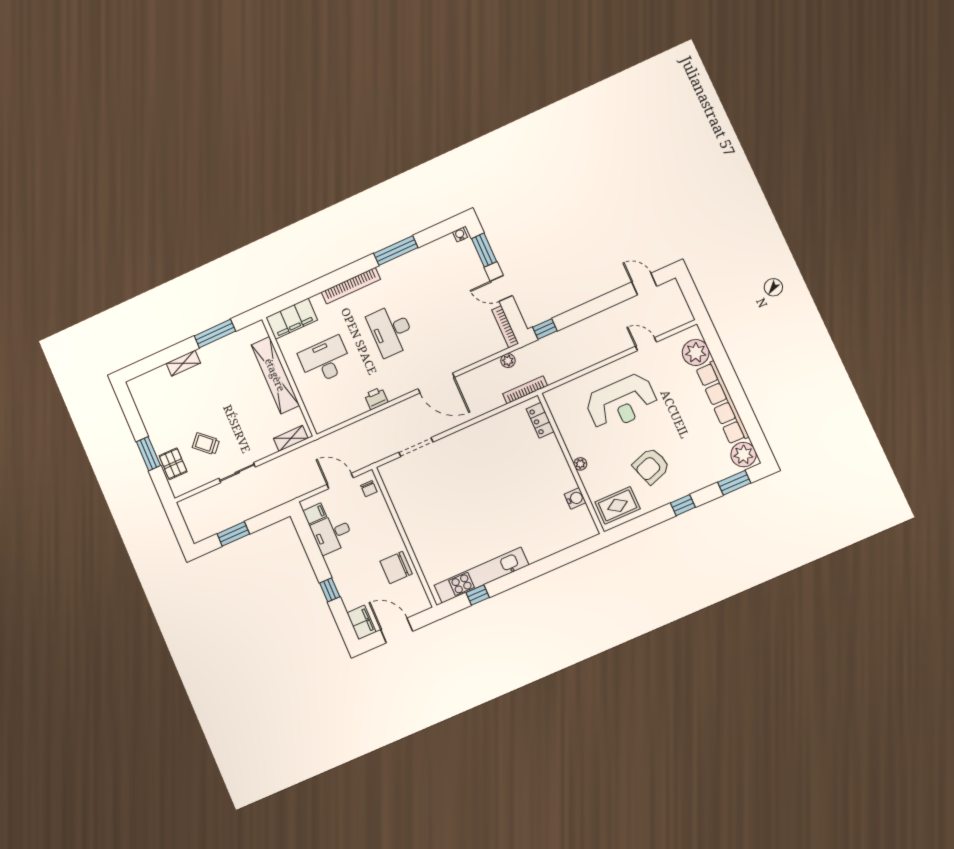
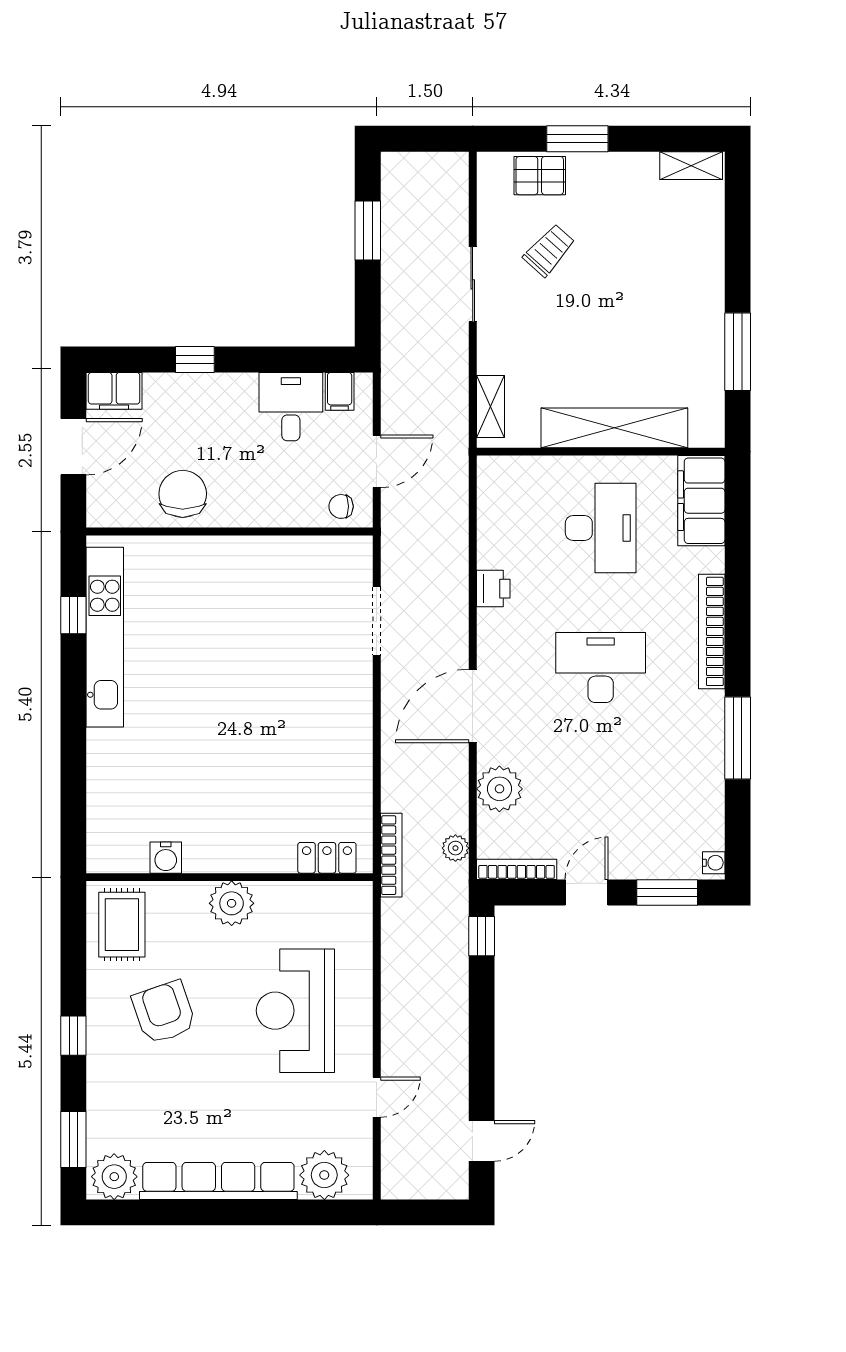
plant: (470, 352) -> (499, 789), added
shelving: (183, 363) -> (691, 166), moved, turned 90
plant: (580, 464) -> (232, 903), width x1.87, depth x1.87

